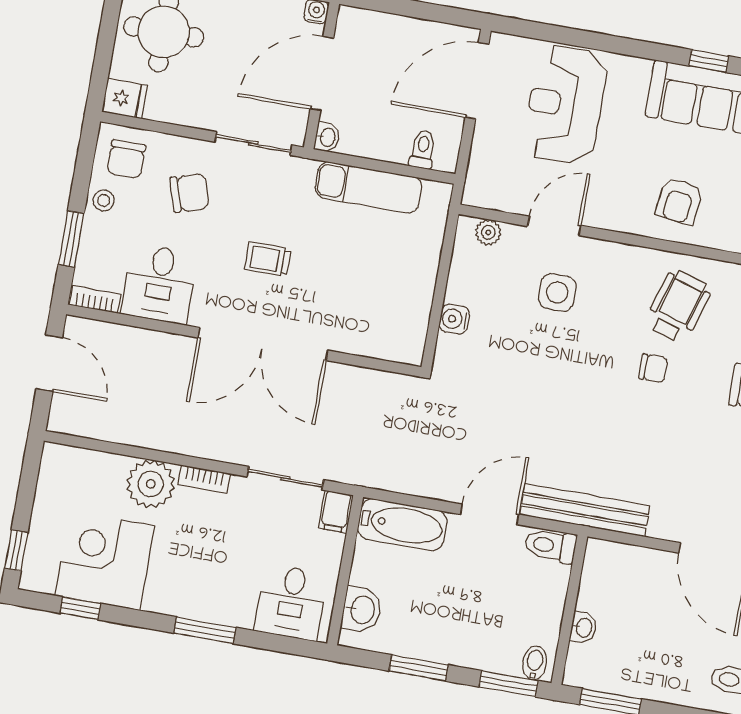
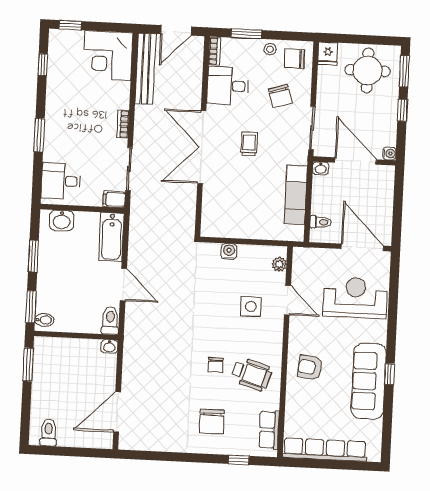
plant: (151, 484) -> (116, 95), removed
bench: (585, 510) -> (145, 69), moved
corner desk: (105, 561) -> (108, 56), moved, turned 180
washbasin: (583, 628) -> (109, 346), moved

